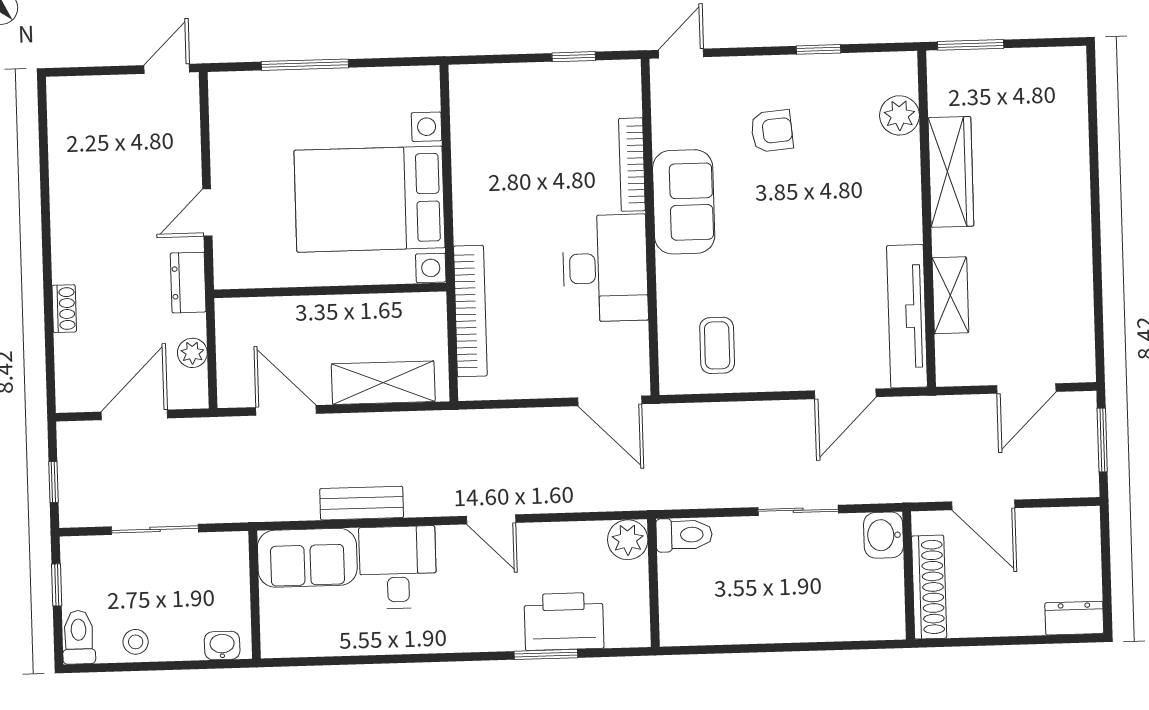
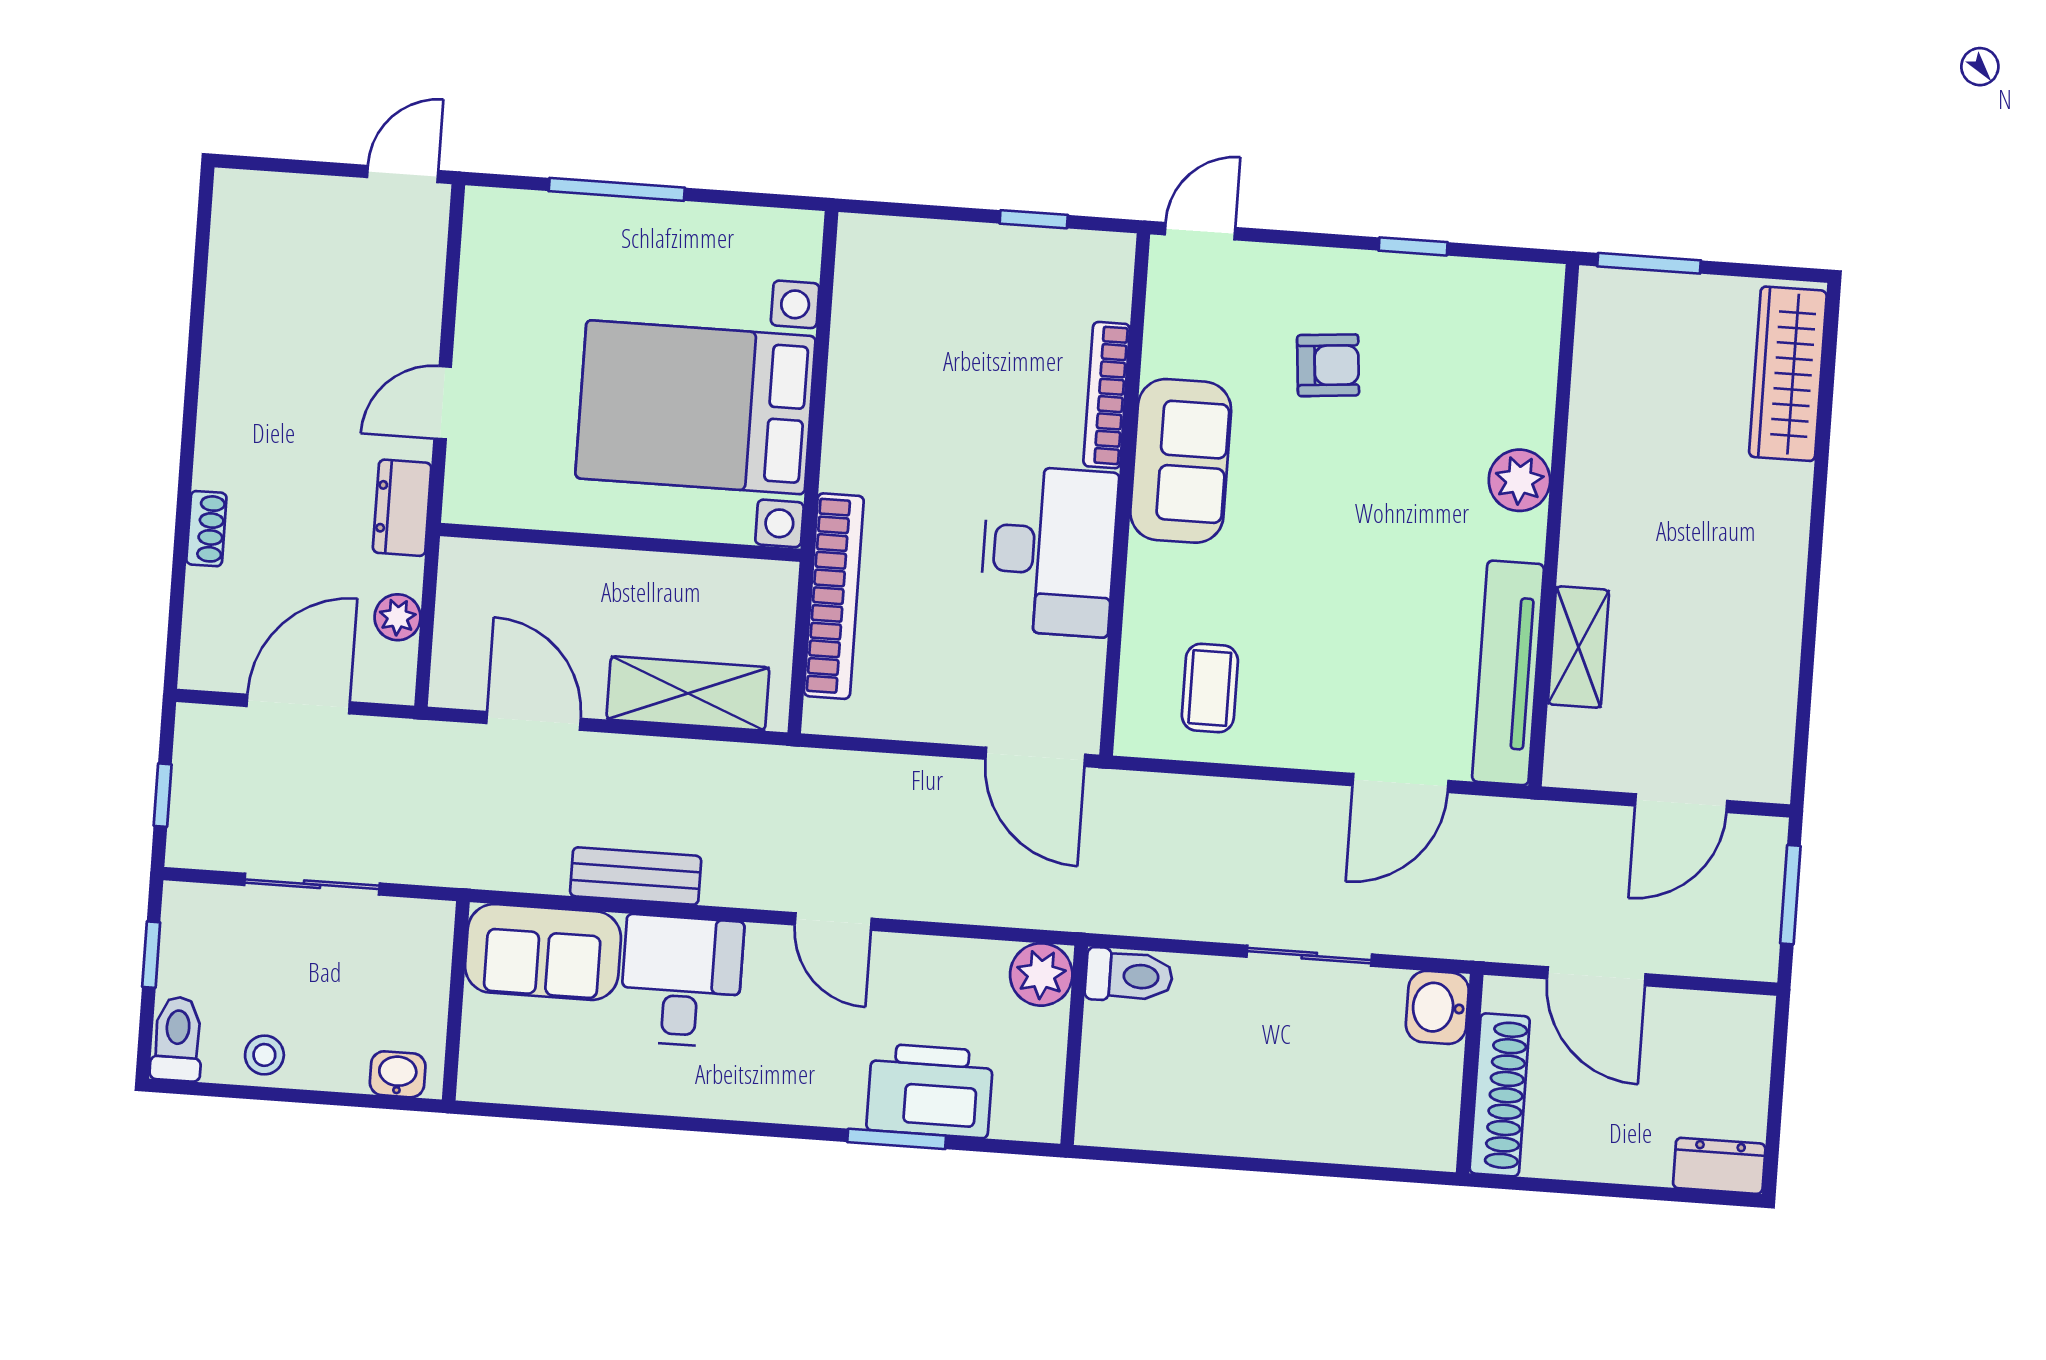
plant: (899, 115) -> (1519, 480), moved
wardrobe: (951, 172) -> (1788, 374), moved, turned 180

